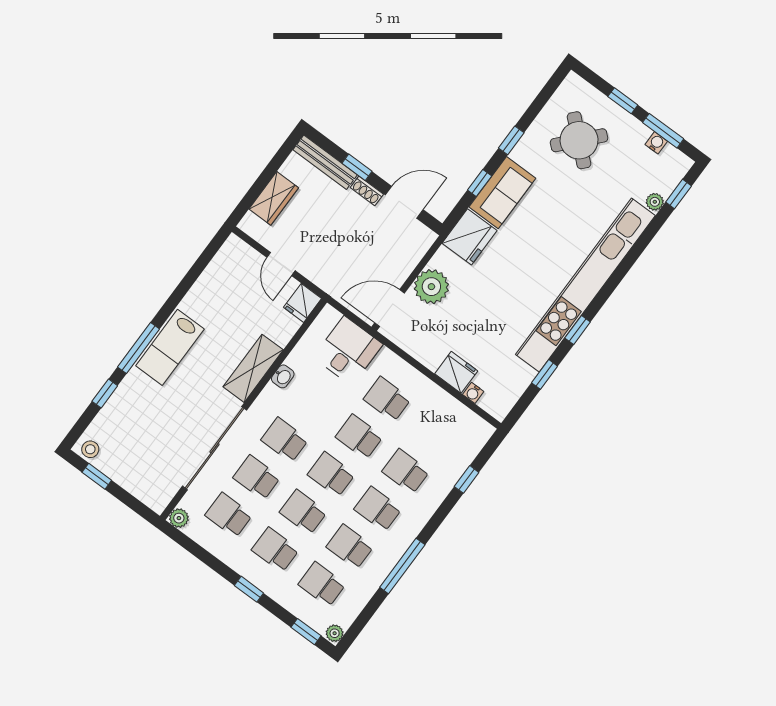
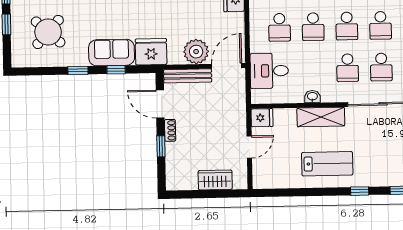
bench: (325, 162) -> (188, 76), moved, turned 90
door: (390, 308) -> (227, 66), swing flipped
lab bench: (170, 347) -> (327, 164), moved
window: (139, 348) -> (360, 191), width x0.46

